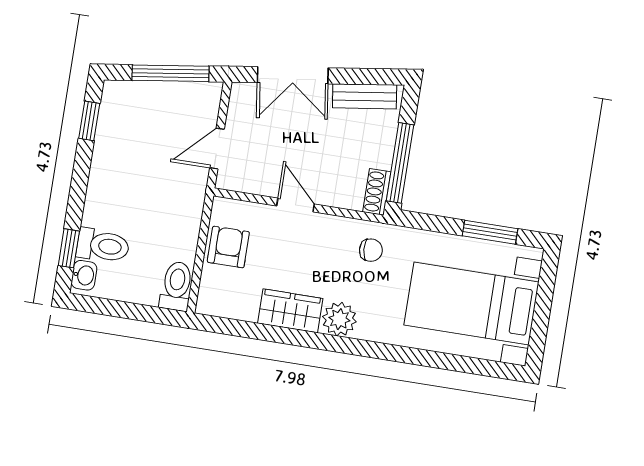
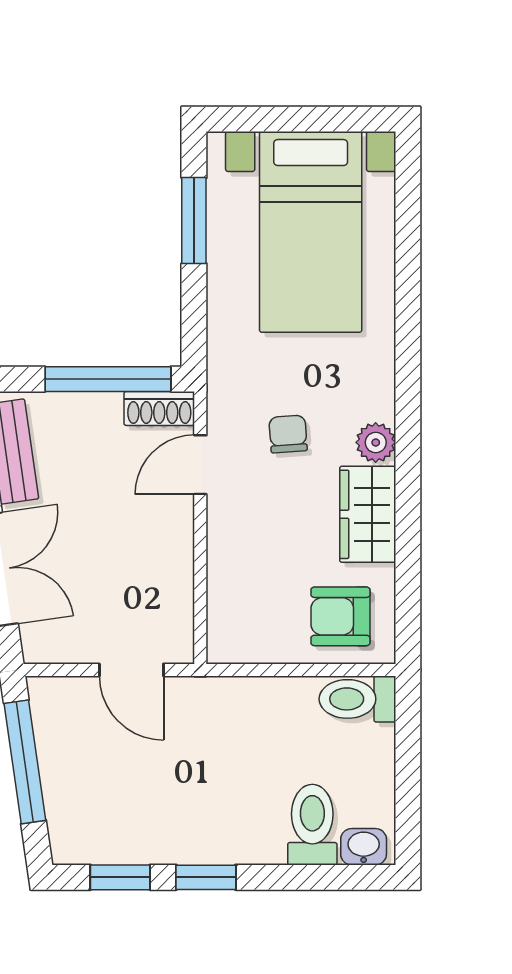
door: (295, 205) -> (200, 465), moved
armchair: (228, 247) -> (340, 616), moved
window: (69, 248) -> (206, 877), moved
chair: (371, 250) -> (288, 434), moved
plant: (339, 319) -> (376, 442), width x0.73, depth x0.73

